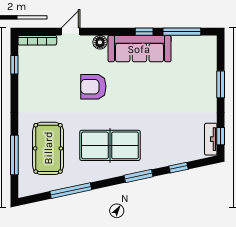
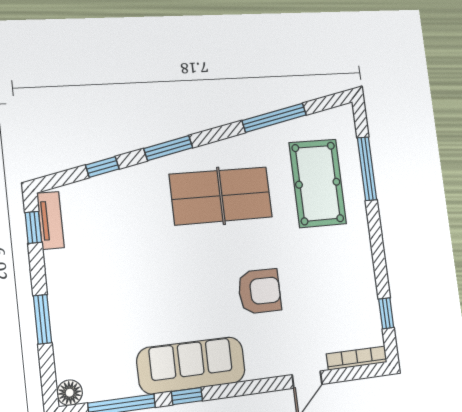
floor lamp: (100, 42) -> (70, 393), moved

